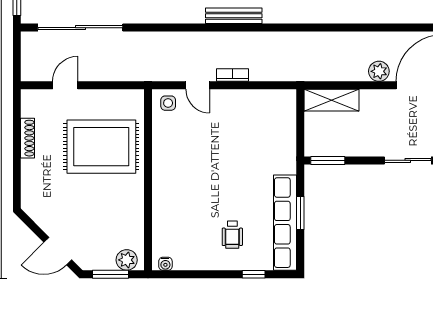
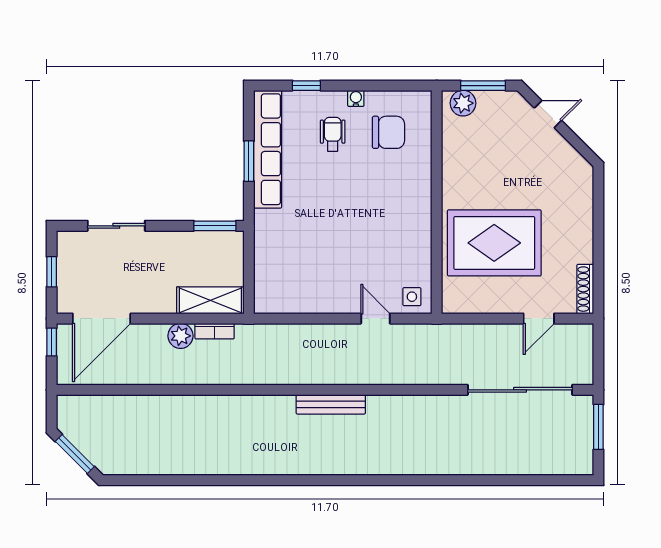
plant: (379, 71) -> (181, 336), moved
bookcase: (232, 75) -> (215, 331), moved
shoe rack: (28, 138) -> (585, 289), moved
chair: (187, 236) -> (388, 132), added
door: (58, 251) -> (548, 114), width x0.73
water cooler: (165, 264) -> (356, 98), moved

